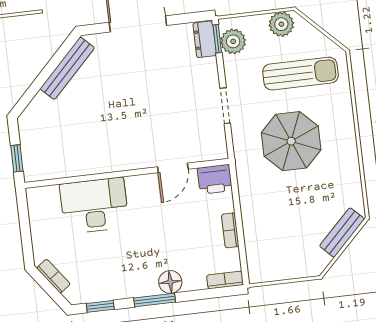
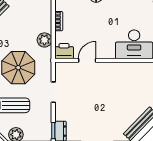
plant: (233, 41) -> (44, 40), moved

